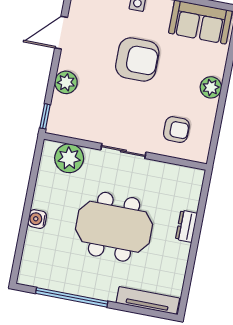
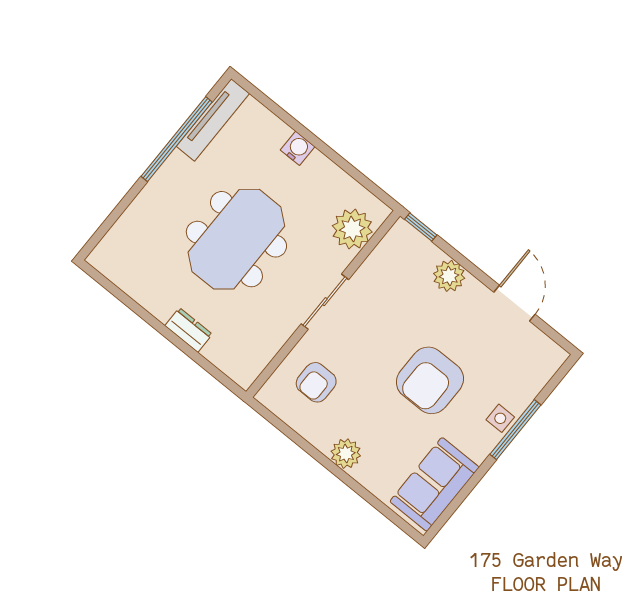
tv unit: (148, 300) -> (213, 120), moved

